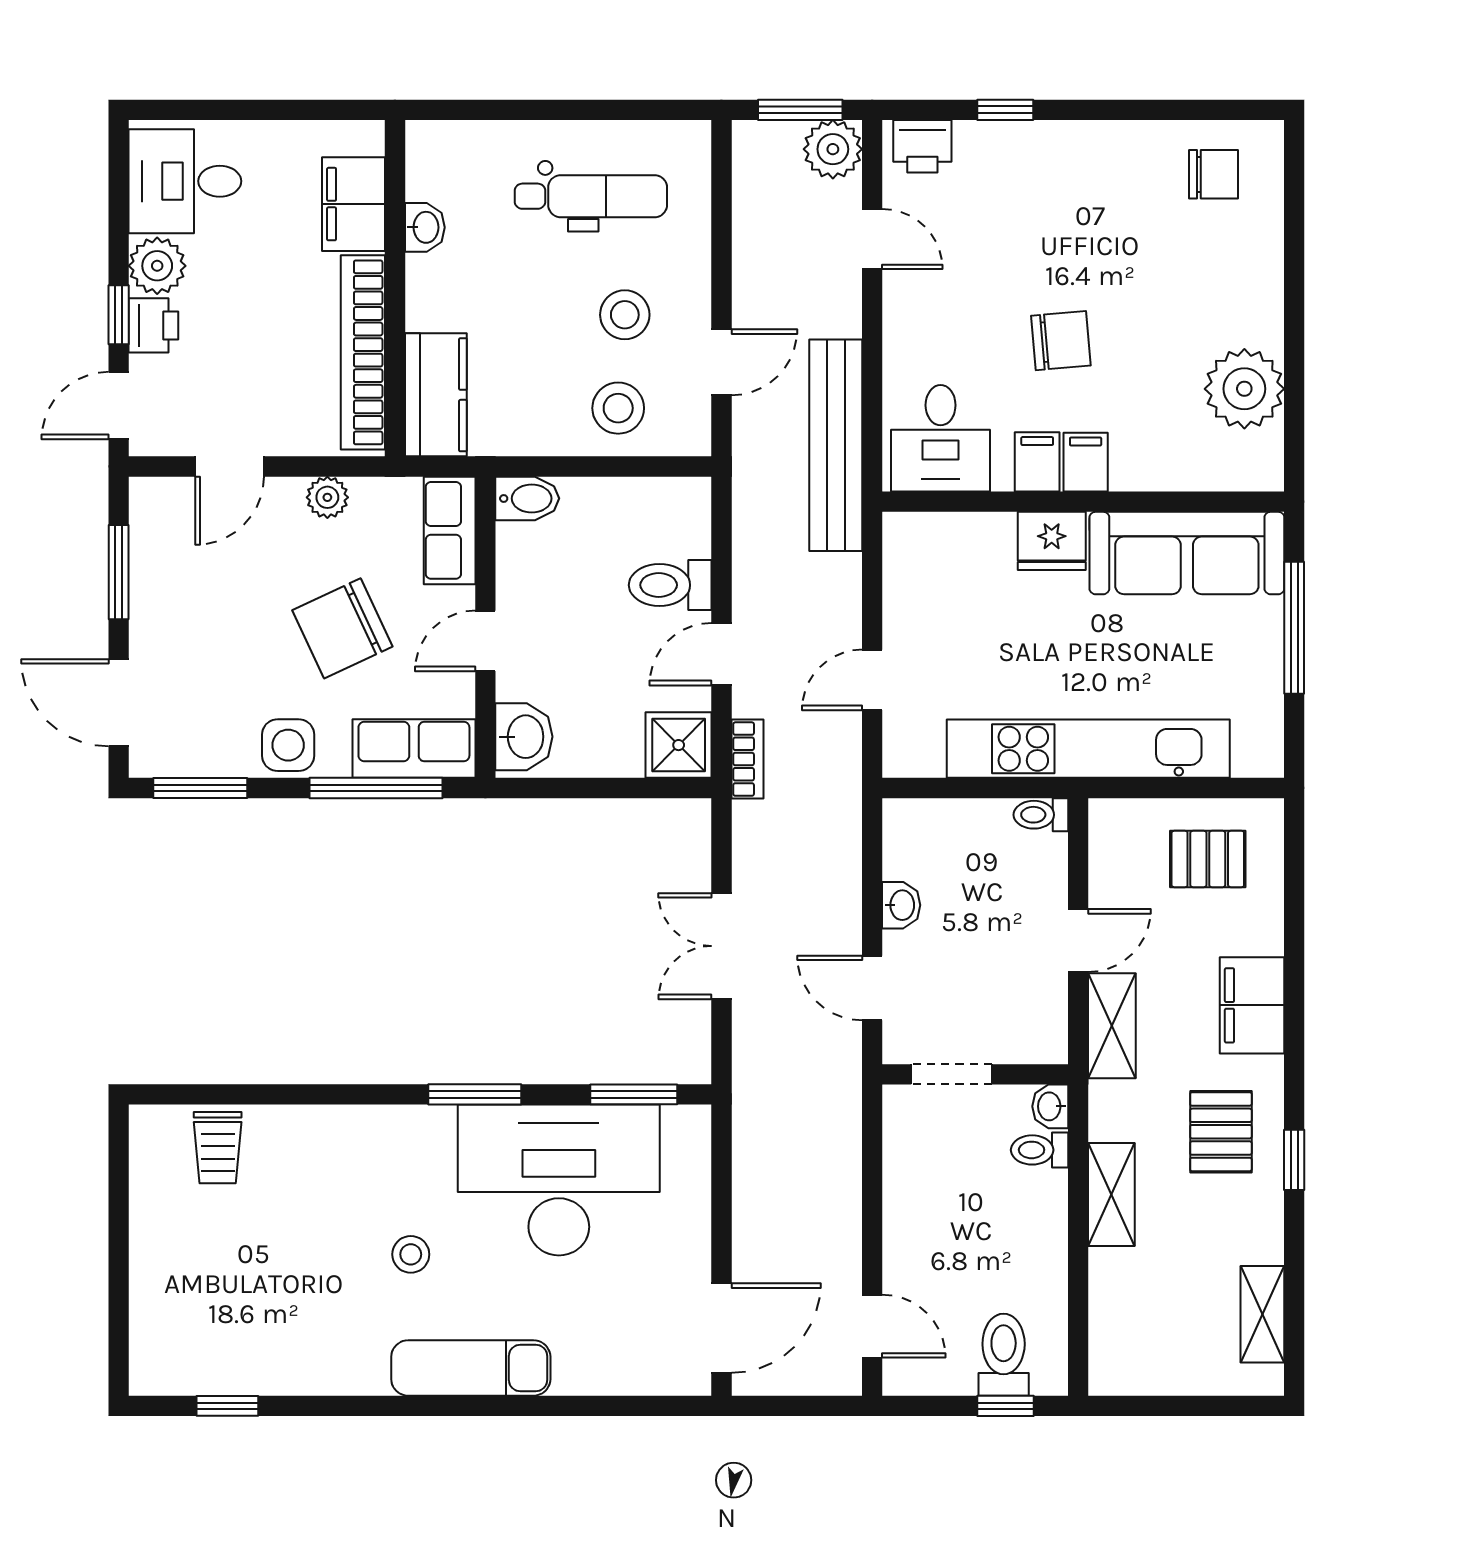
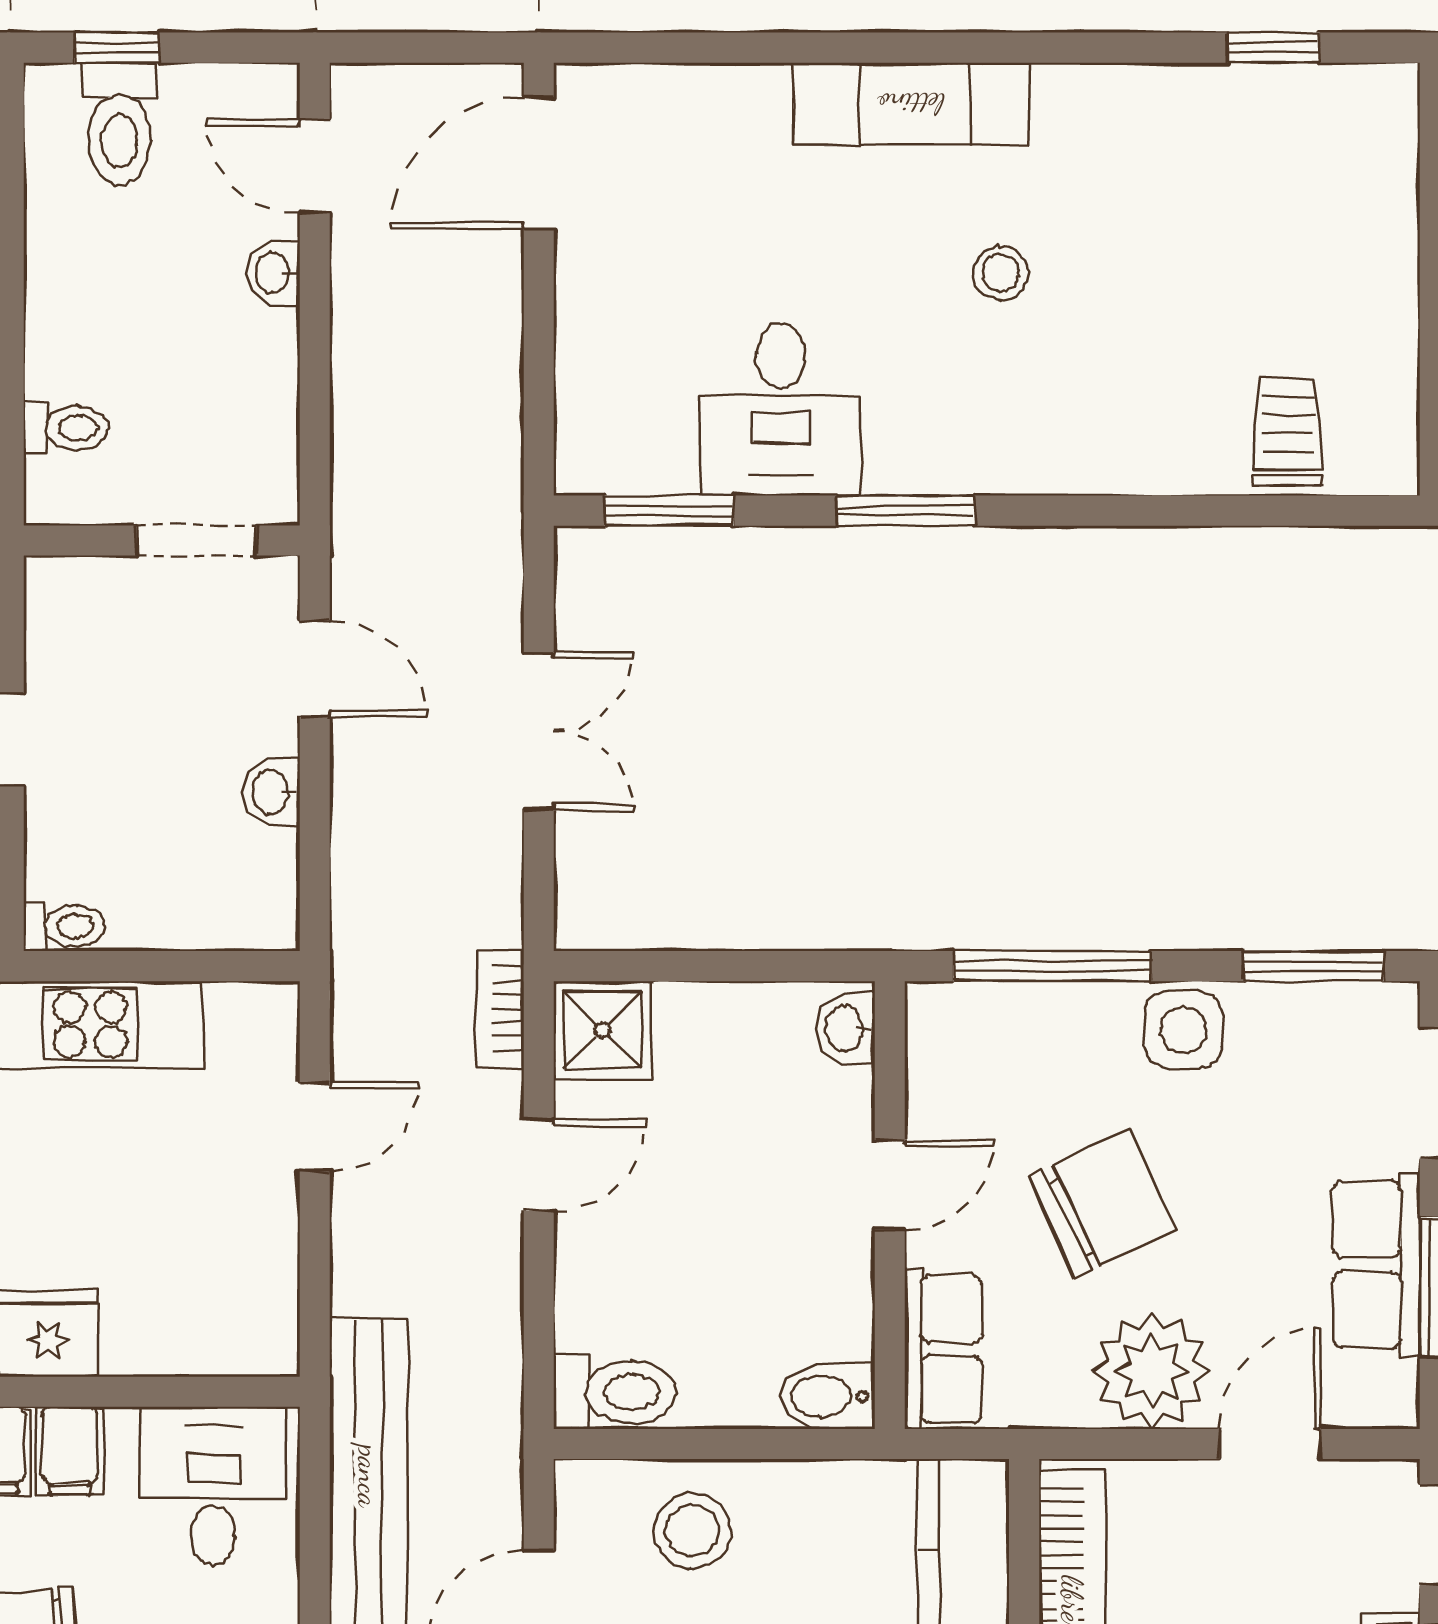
plant: (327, 497) -> (1152, 1371), width x1.87, depth x1.87
toilet: (670, 585) -> (615, 1392), moved
washbasin: (524, 737) -> (846, 1028), width x0.72, depth x0.69
row of seats: (414, 749) -> (1376, 1265), moved, turned 90
washbasin: (1050, 1106) -> (273, 273), moved, turned 180
desk: (559, 1180) -> (781, 409), width x0.53, depth x0.77

